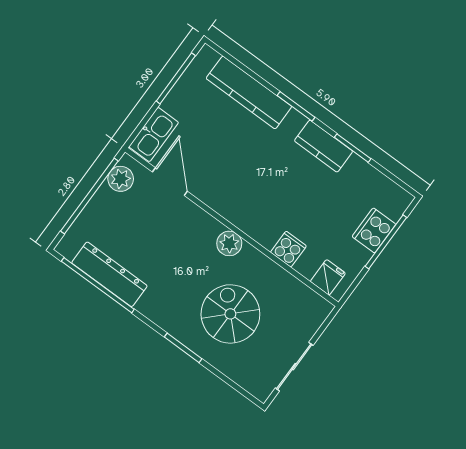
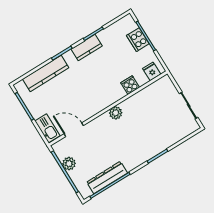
plant: (121, 179) -> (69, 164), moved
spiral stairs: (230, 314) -> (150, 126), removed

